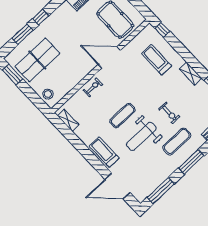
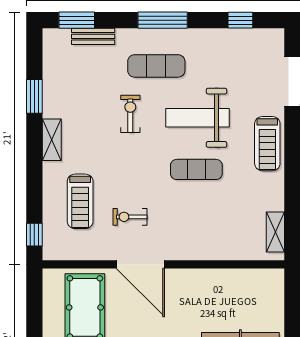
exercise bike: (93, 87) -> (130, 217), moved
stool: (48, 94) -> (269, 293), removed
weight bench: (141, 136) -> (198, 118), turned 180
window: (161, 191) -> (240, 20), width x0.46

